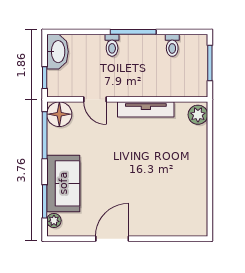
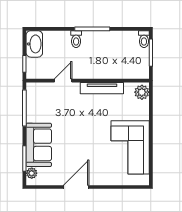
toilet: (172, 45) -> (144, 39), moved
door: (95, 99) -> (63, 81), swing flipped
floor lamp: (59, 114) -> (36, 92), removed
corner sofa: (183, 187) -> (130, 147), added

